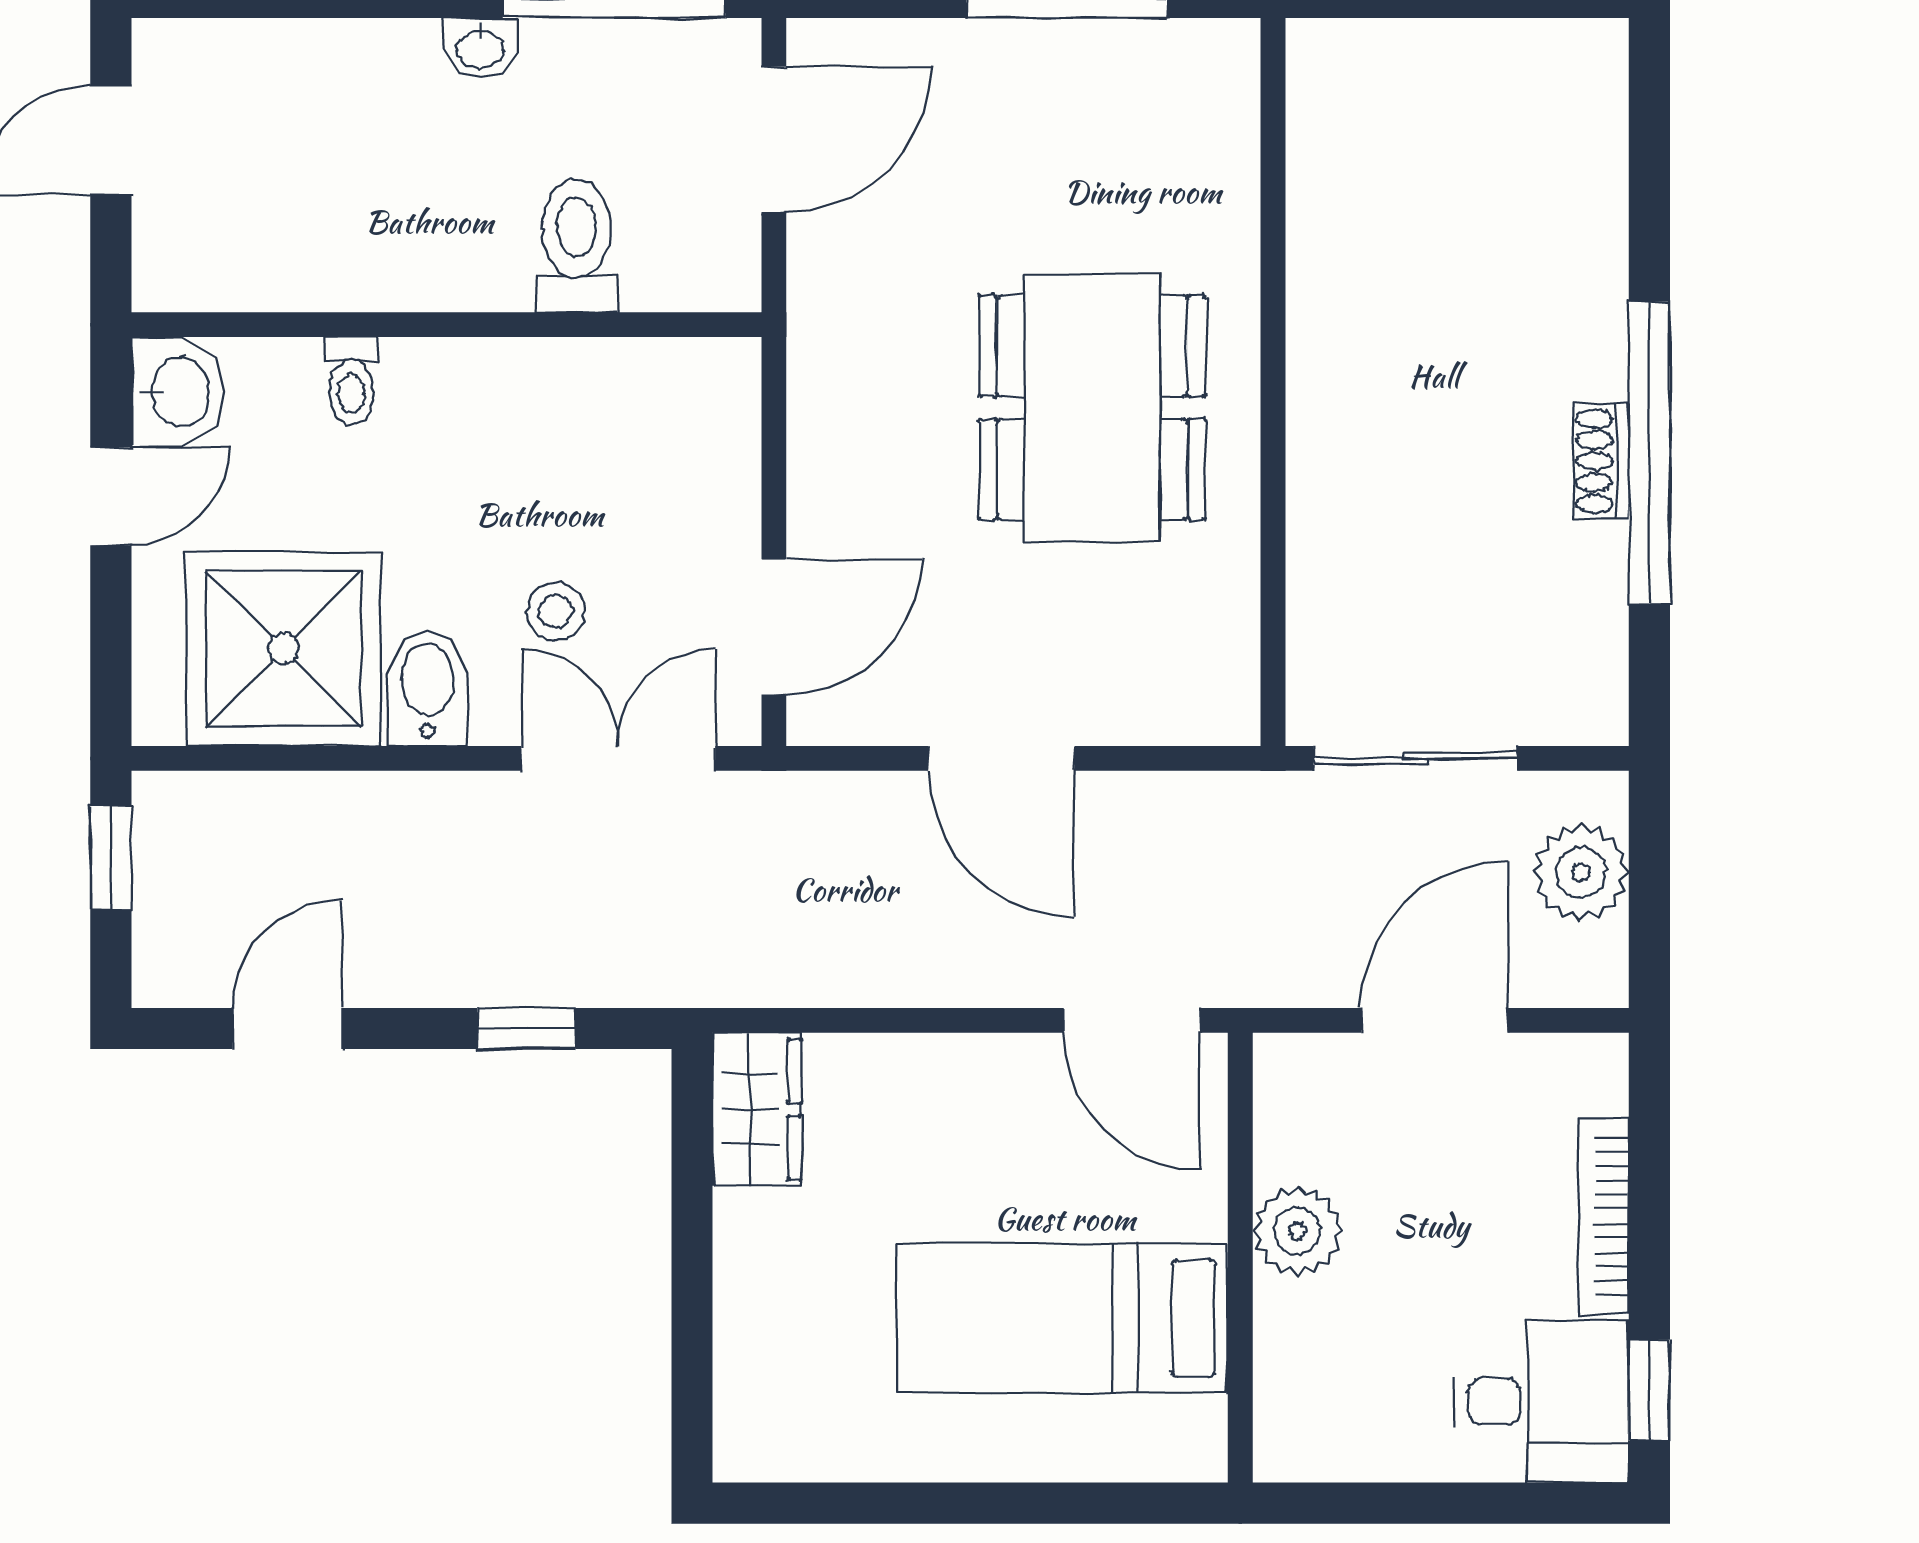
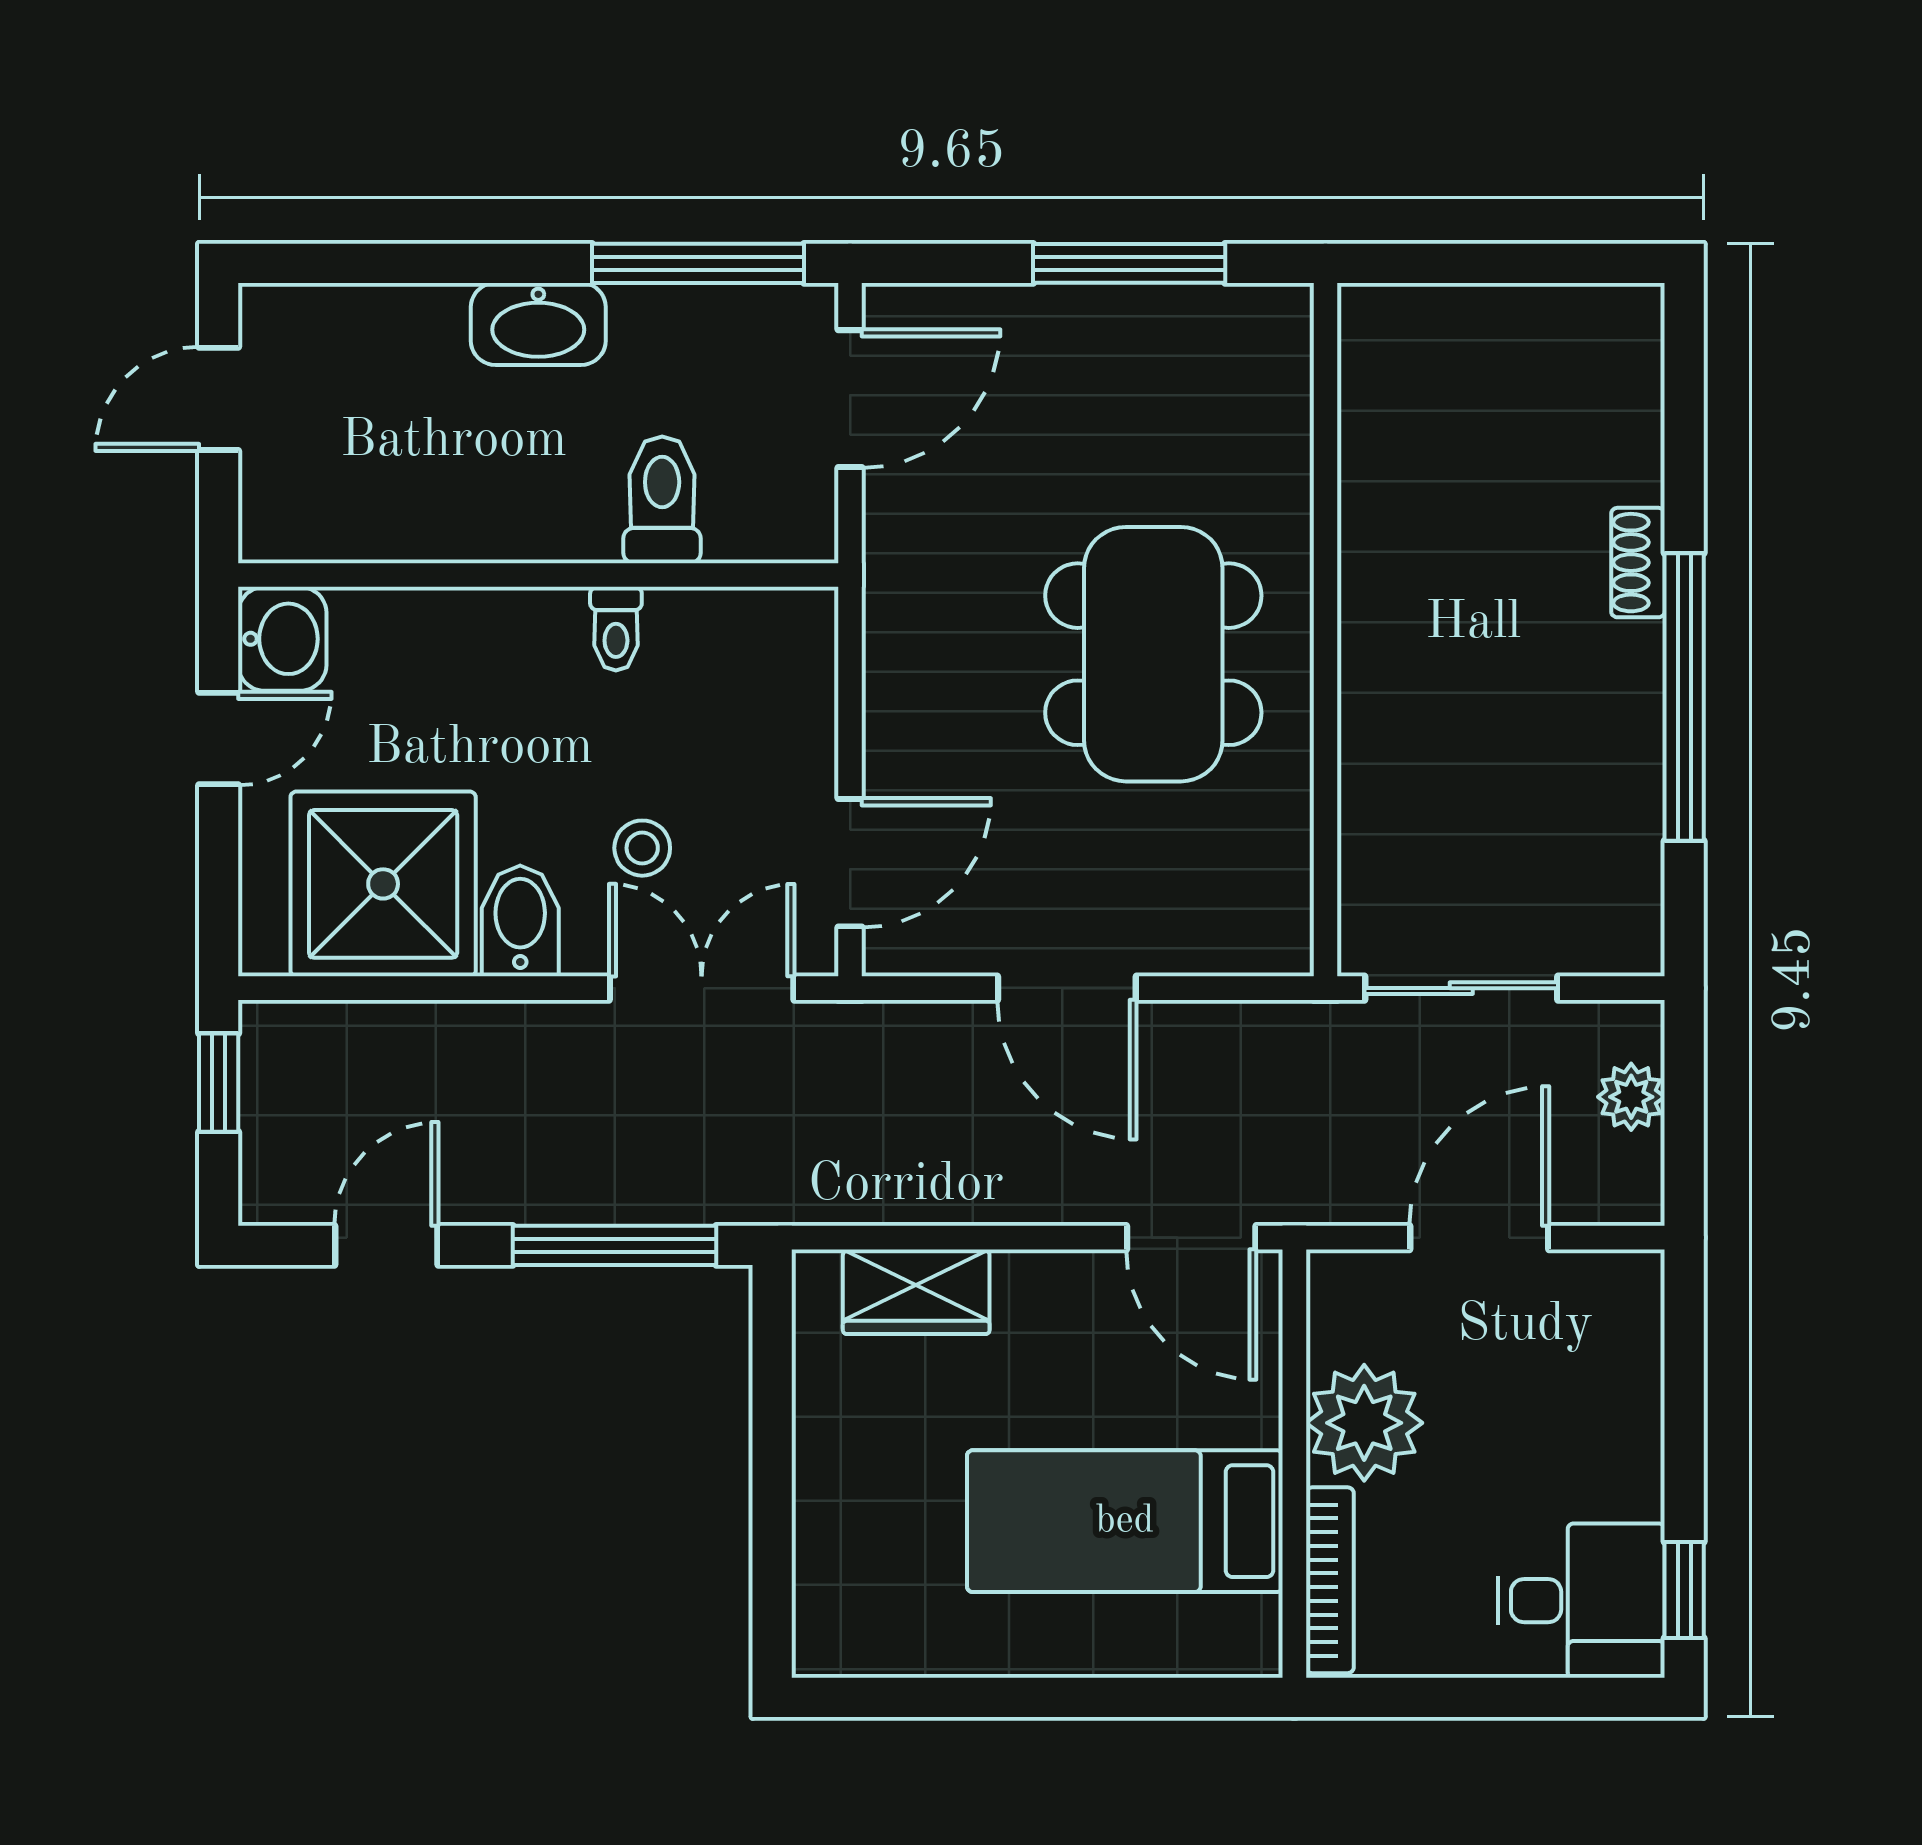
washbasin: (480, 48) -> (538, 324), width x1.91, depth x1.45
toilet: (351, 381) -> (616, 629), moved
shoe rack: (1601, 461) -> (1638, 563), moved
plant: (1581, 872) -> (1631, 1097), width x0.73, depth x0.73
window: (526, 1028) -> (614, 1245), width x2.17
wardrobe: (757, 1109) -> (916, 1292), moved, turned 90
bookcase: (1604, 1216) -> (1330, 1580), moved, turned 180
plant: (1297, 1231) -> (1364, 1423), width x1.36, depth x1.36

